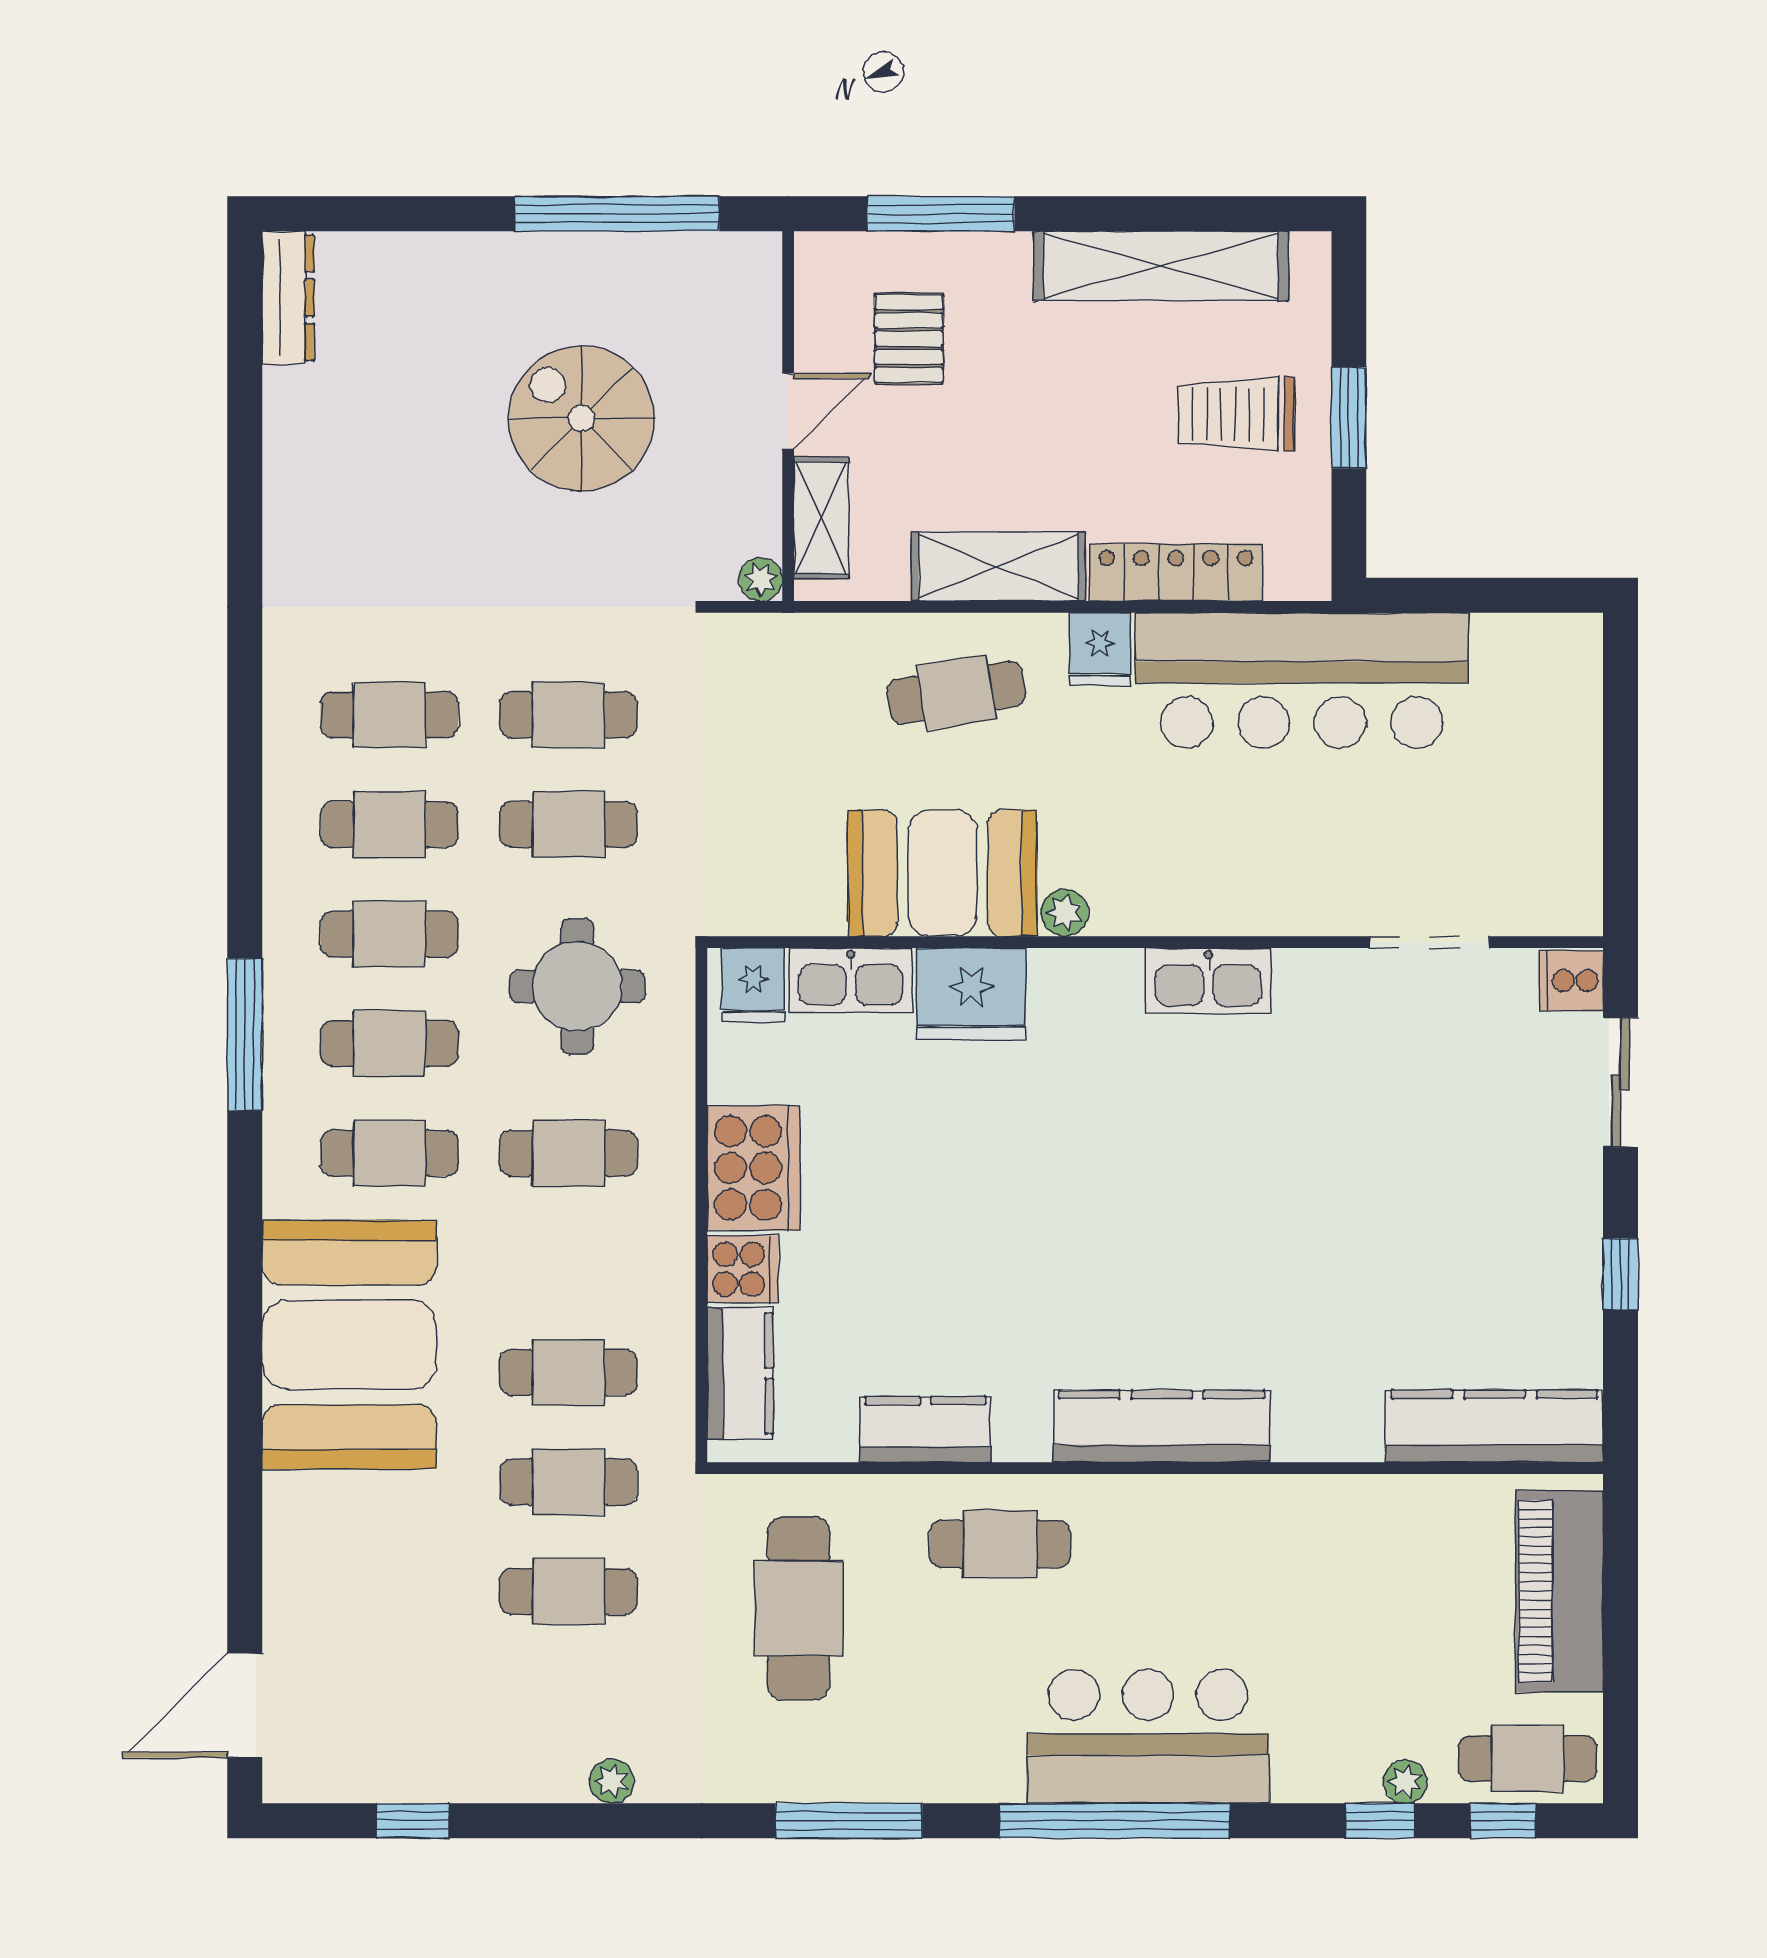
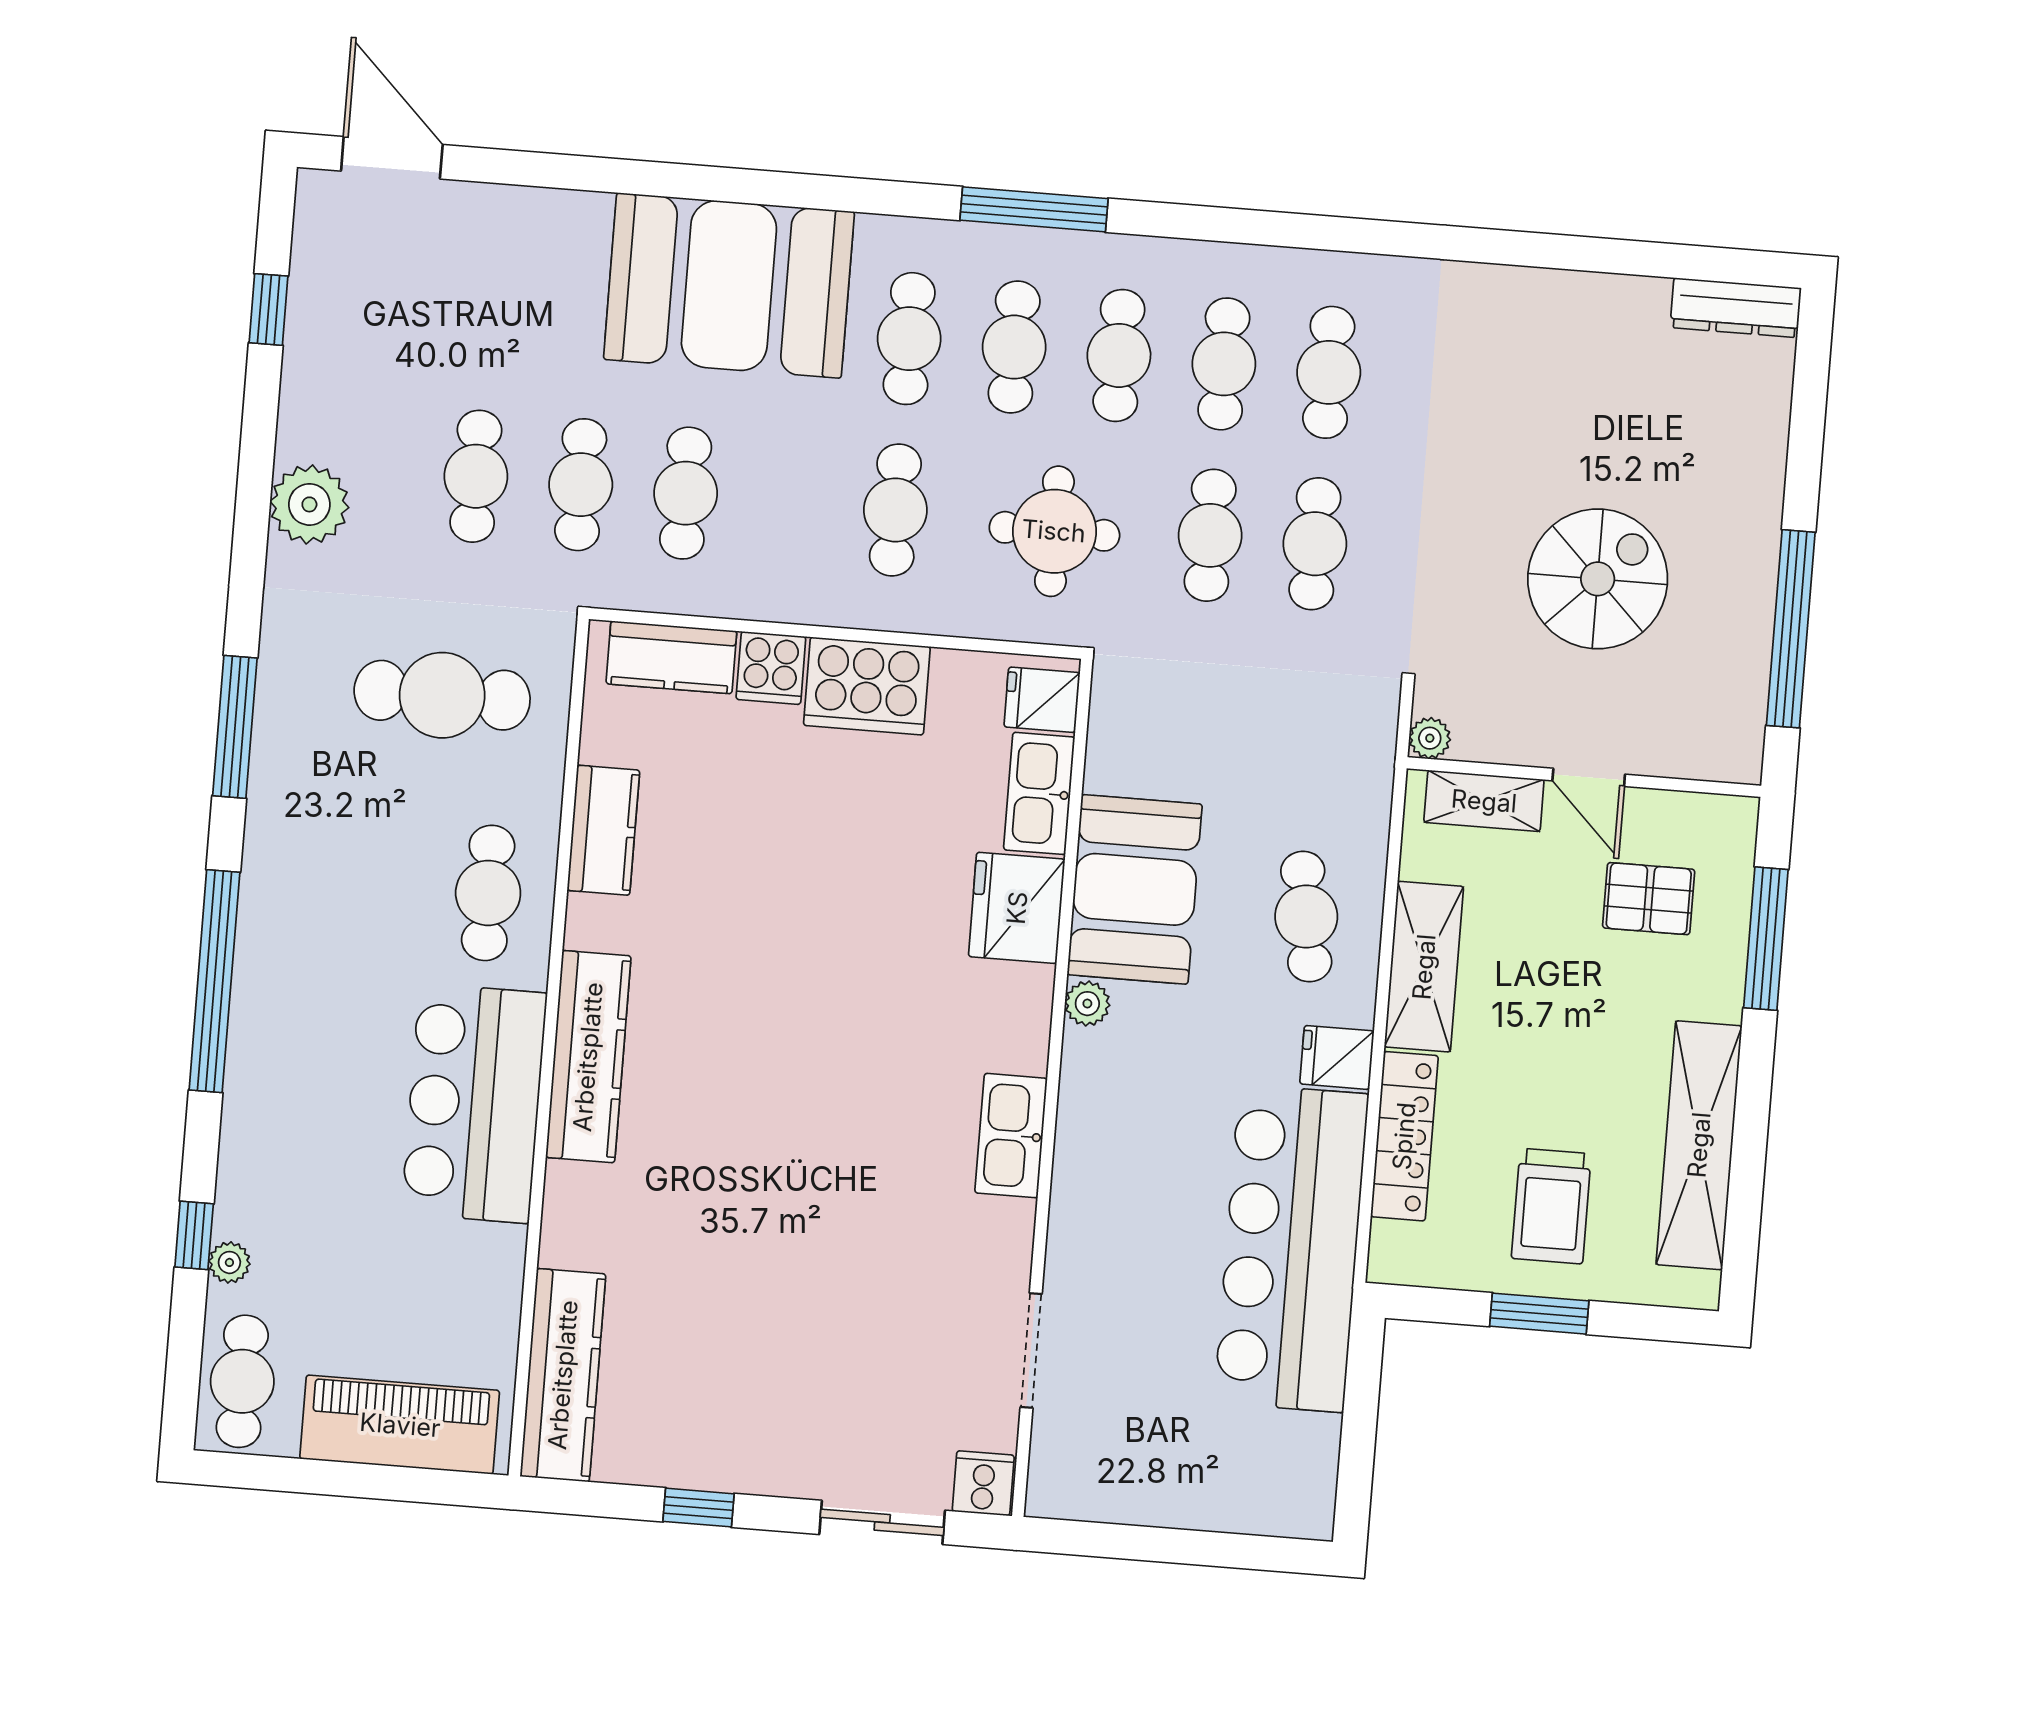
trolley: (1236, 414) -> (1551, 1206), turned 180
bar counter: (1148, 1736) -> (474, 1103), moved, turned 180
plant: (612, 1781) -> (309, 504), width x1.88, depth x1.88
window: (1503, 1821) -> (185, 1353), removed

